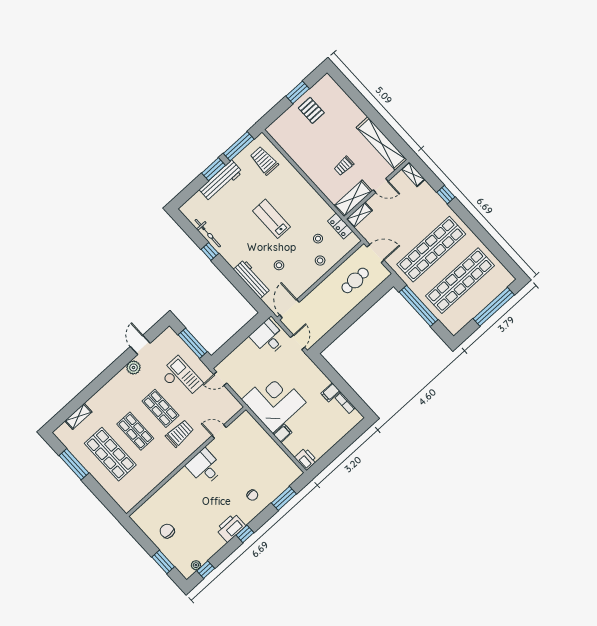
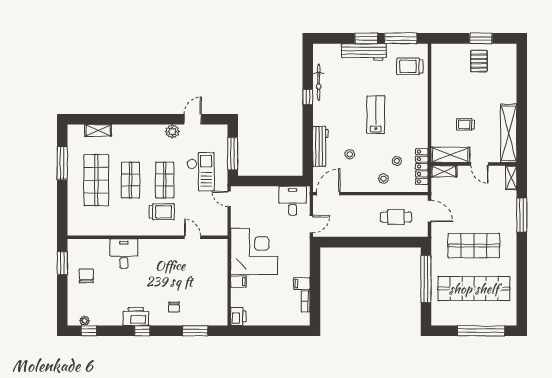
trolley: (264, 161) -> (410, 66), turned -90
window: (446, 195) -> (522, 215), width x2.17
locker: (340, 226) -> (422, 167), width x1.53
shop shelf: (431, 249) -> (474, 246), width x0.71
desk: (205, 467) -> (124, 254), moved
window: (163, 562) -> (62, 263), moved

